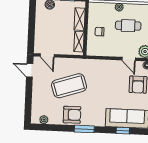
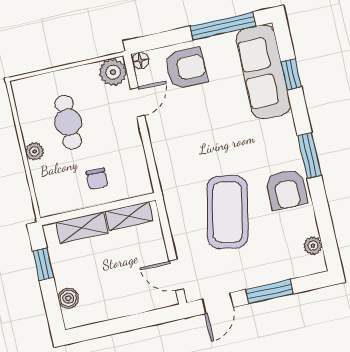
door: (47, 55) -> (176, 275), swing flipped
coffee table: (69, 86) -> (227, 212), turned 30
window: (29, 95) -> (269, 292), added
armchair: (72, 115) -> (287, 189), turned 180

